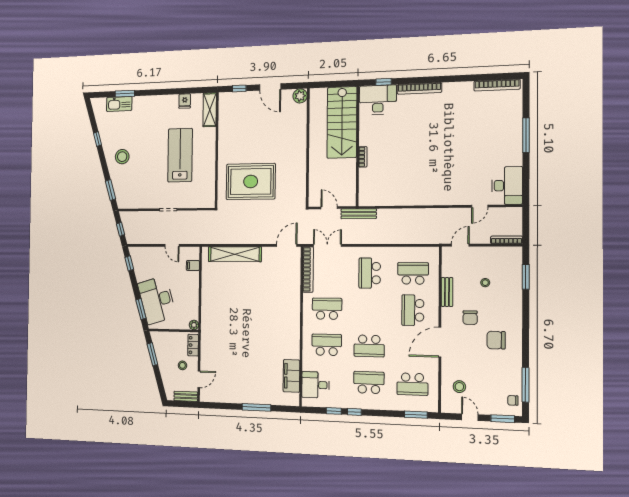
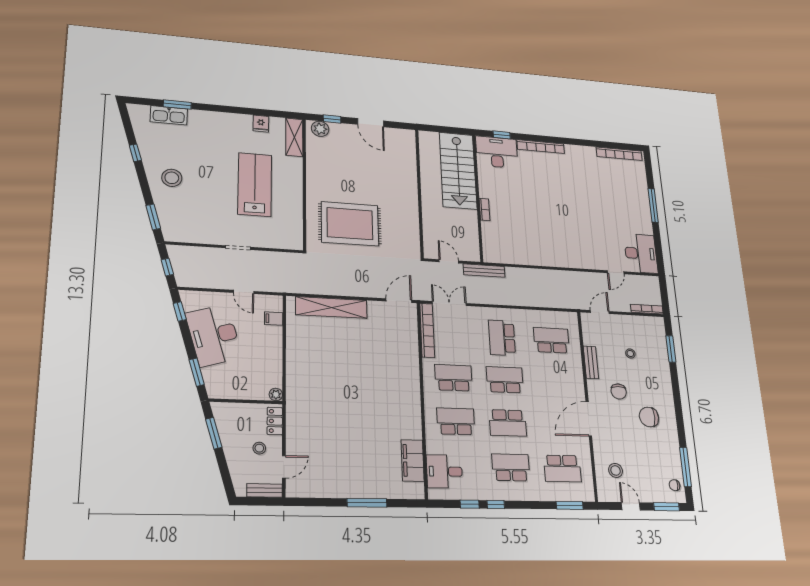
plant: (300, 96) -> (320, 129), moved
desk: (157, 300) -> (214, 335), moved
school desk: (413, 310) -> (505, 380), moved, turned 90

